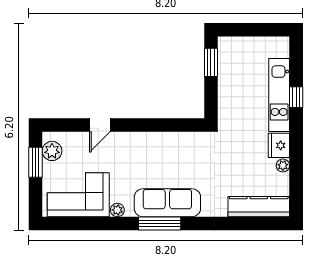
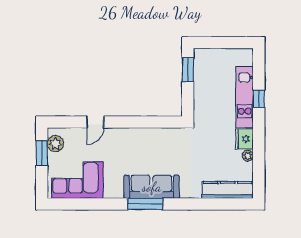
plant: (117, 210) -> (110, 193), removed

